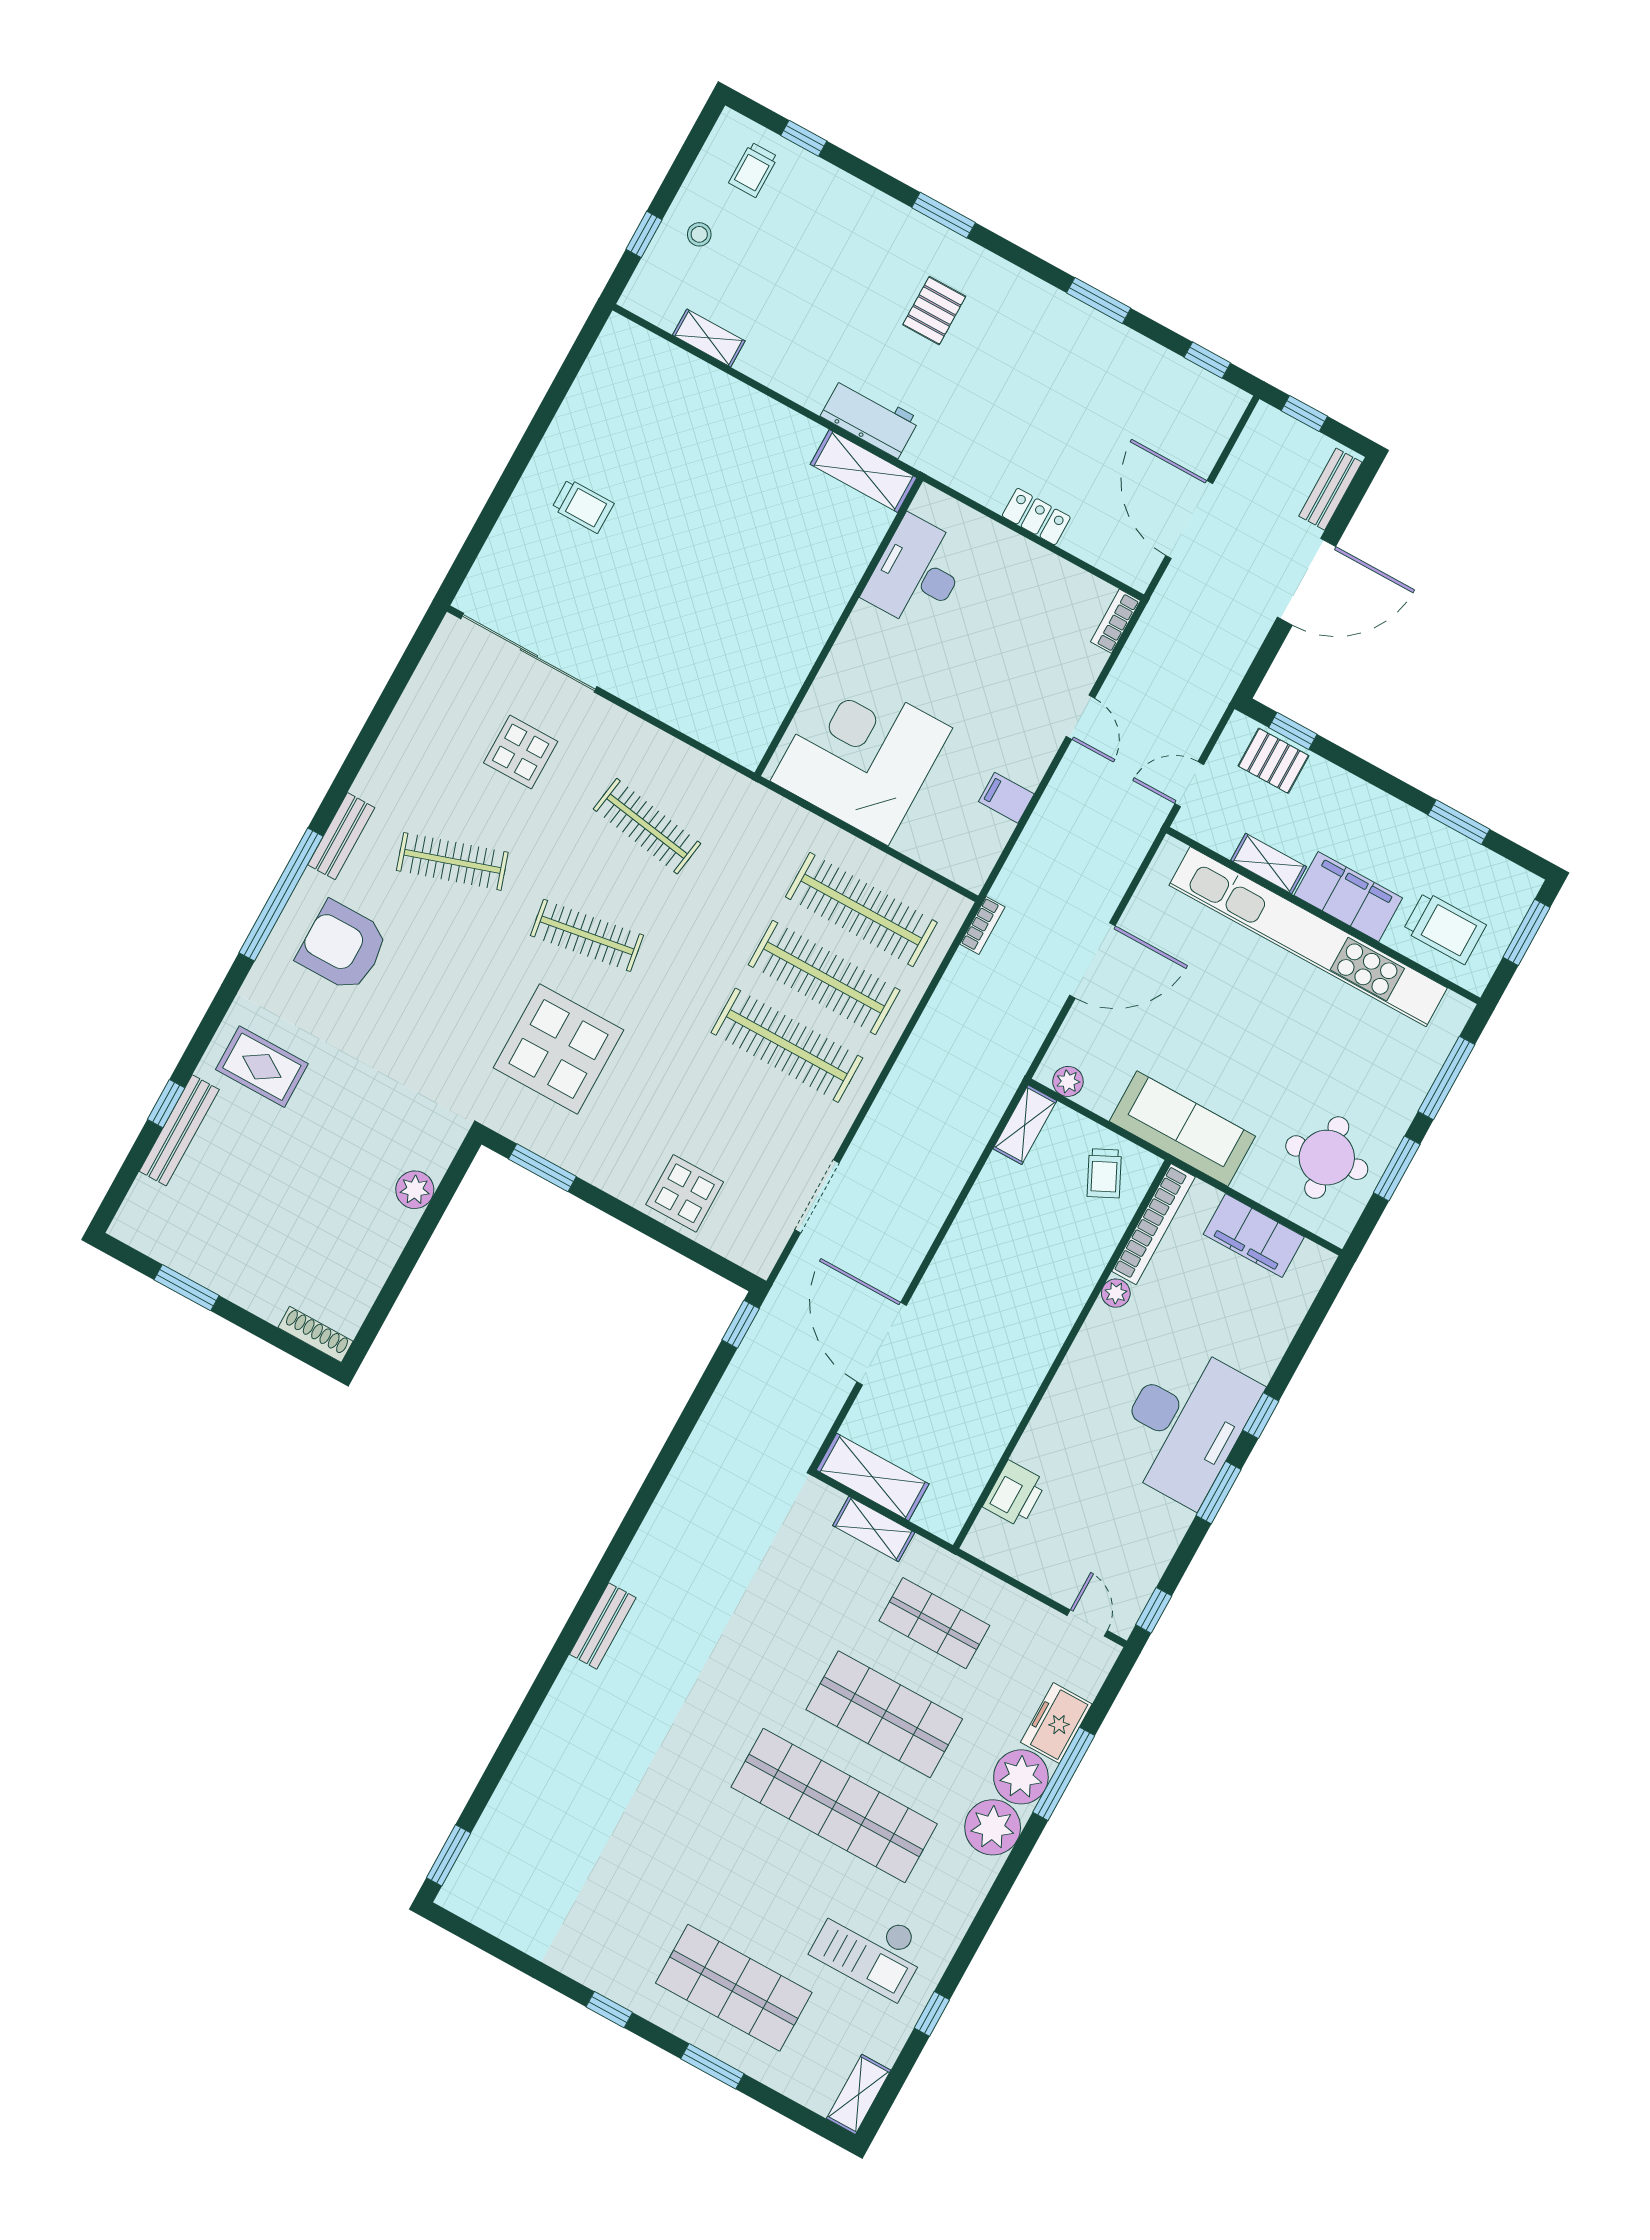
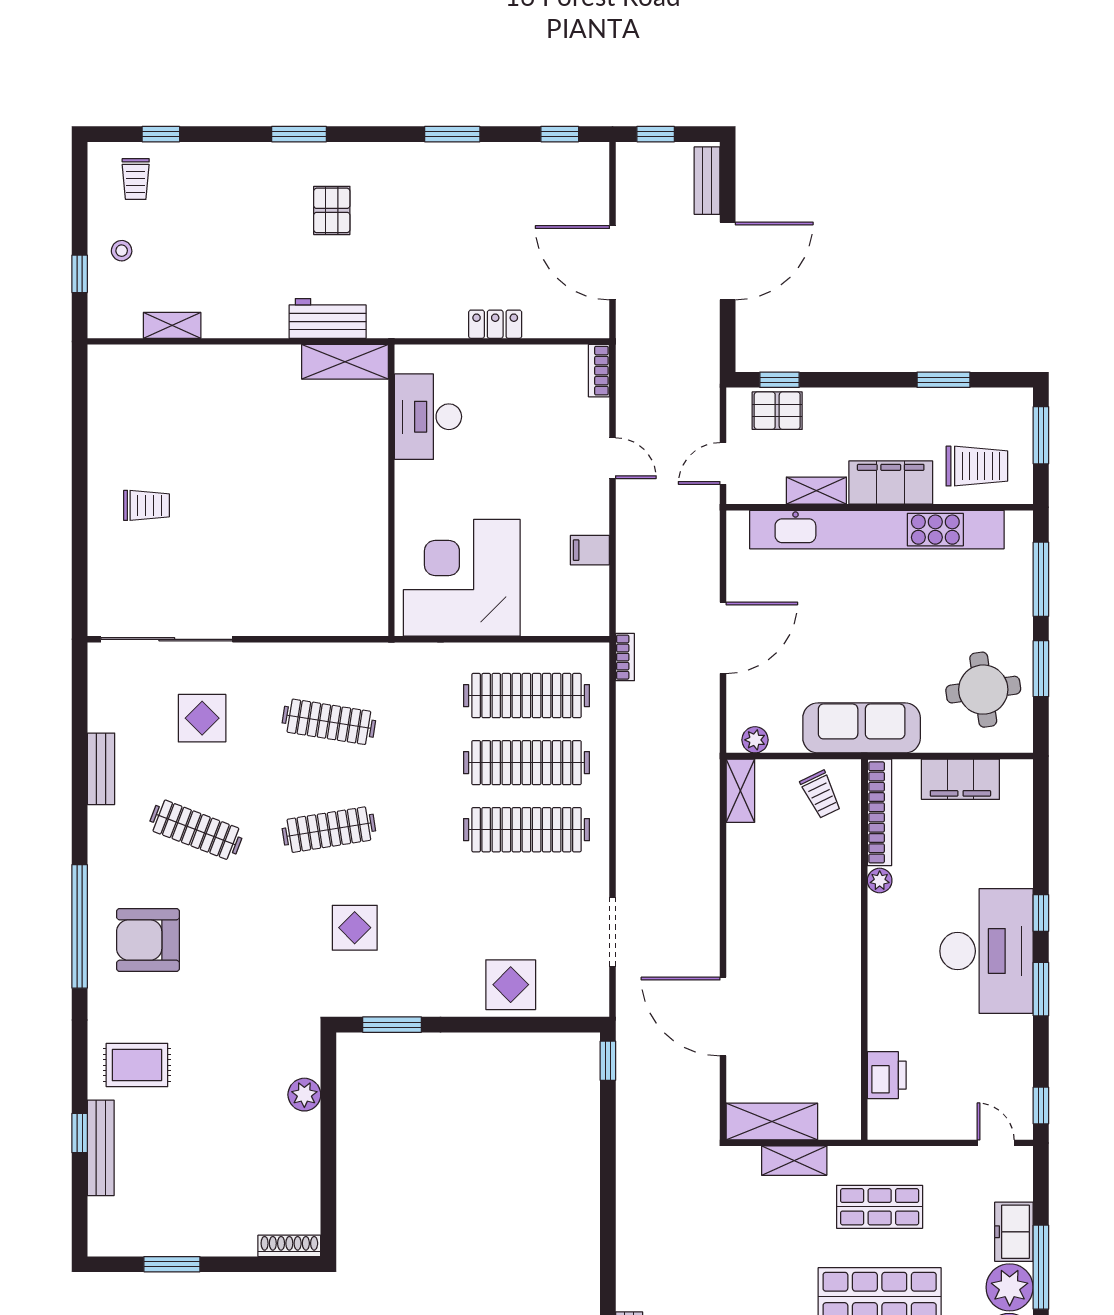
bench: (341, 836) -> (101, 769), moved
clothes rail: (452, 861) -> (196, 830), turned 39
display table: (559, 1049) -> (355, 928), width x0.54, depth x0.54

